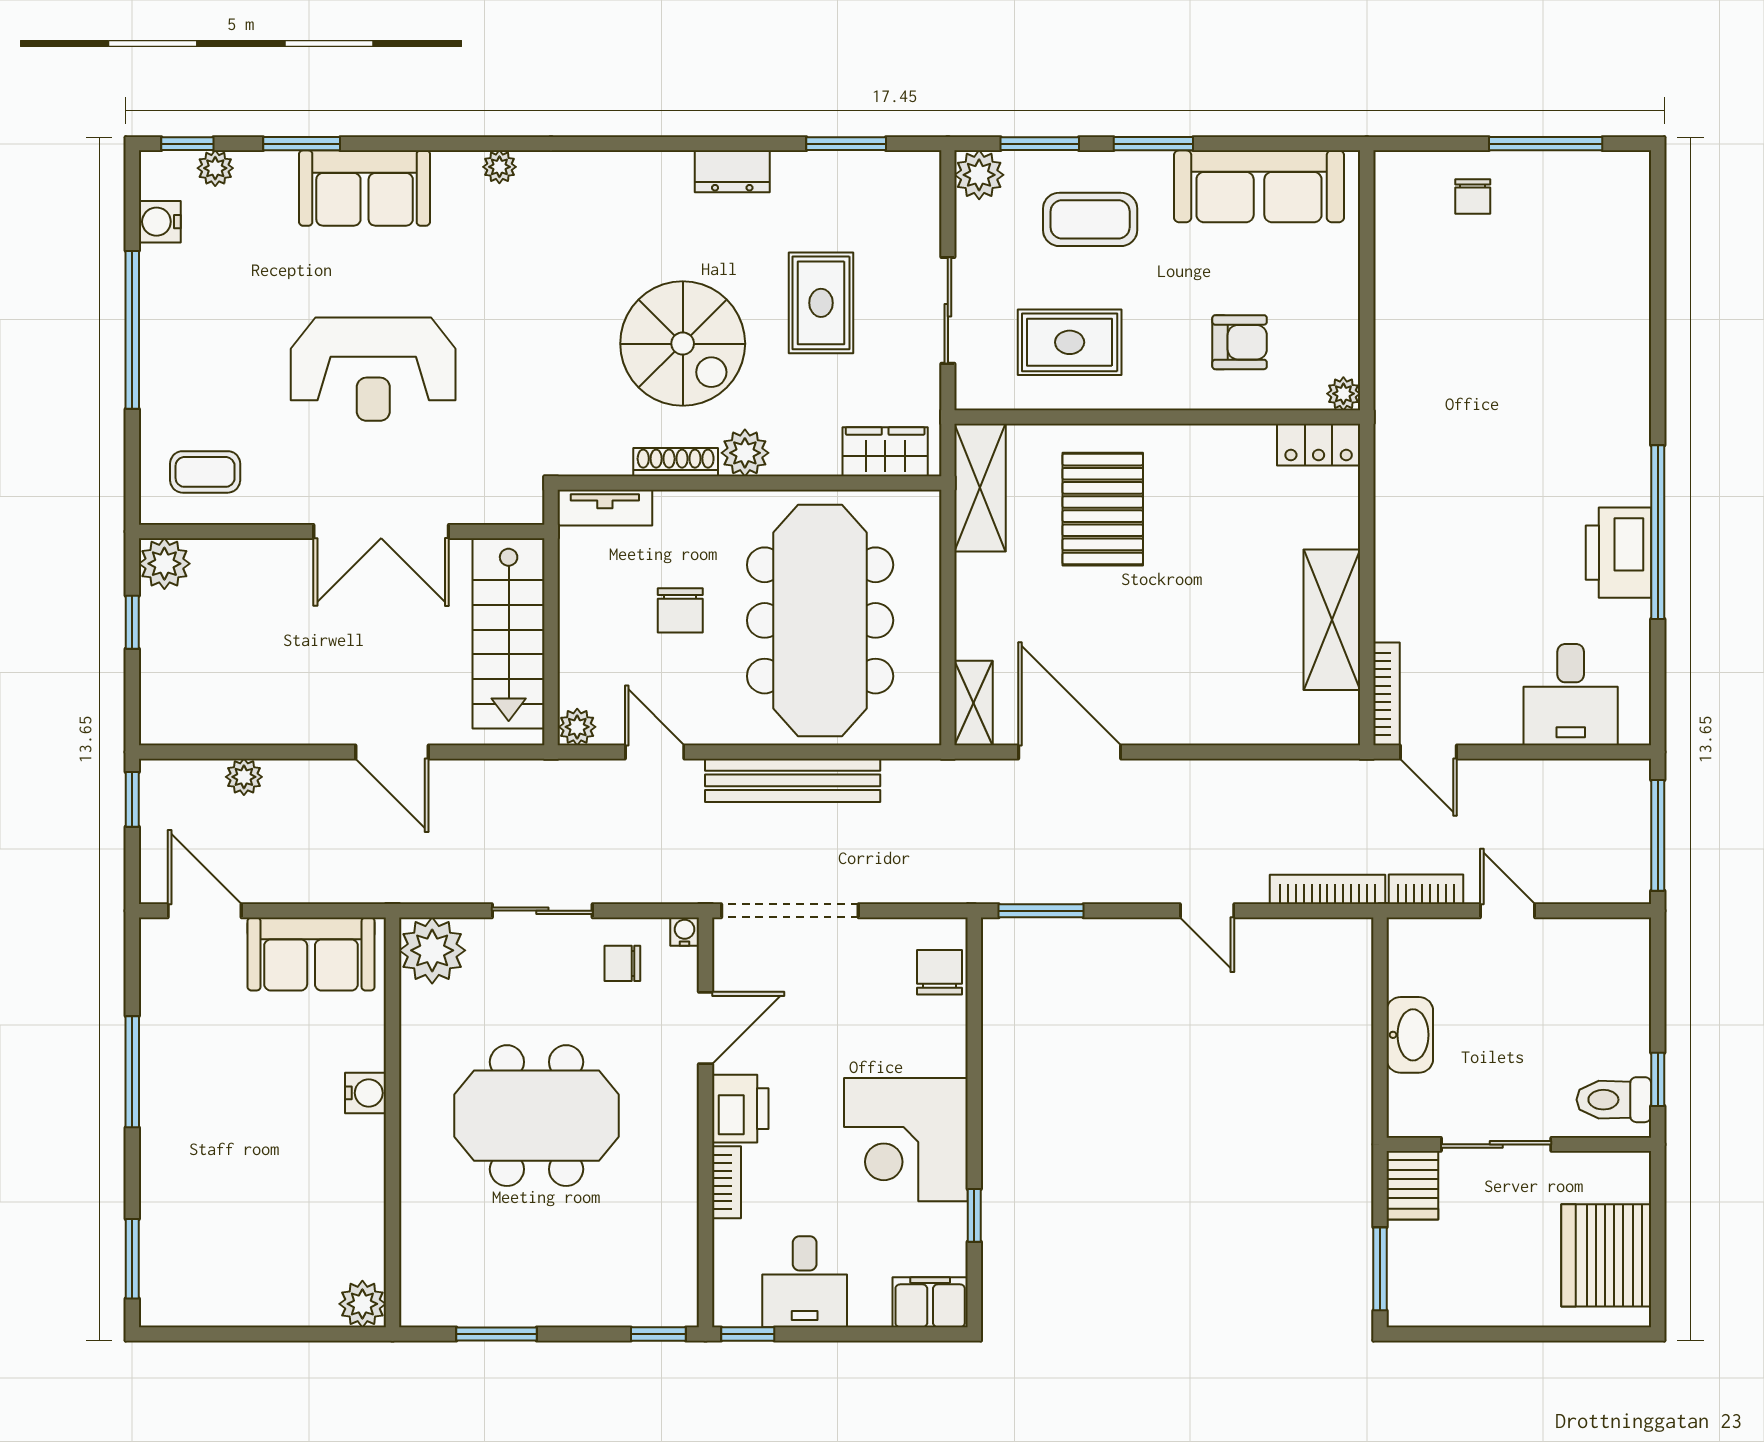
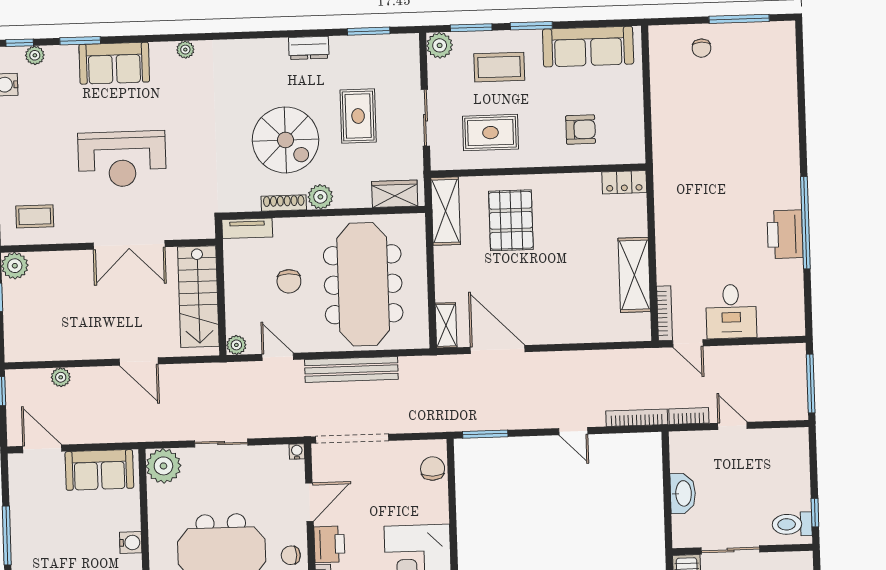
plant: (1343, 394) -> (636, 155), removed
desk: (1571, 695) -> (731, 311), moved
chair: (622, 963) -> (291, 555), moved

